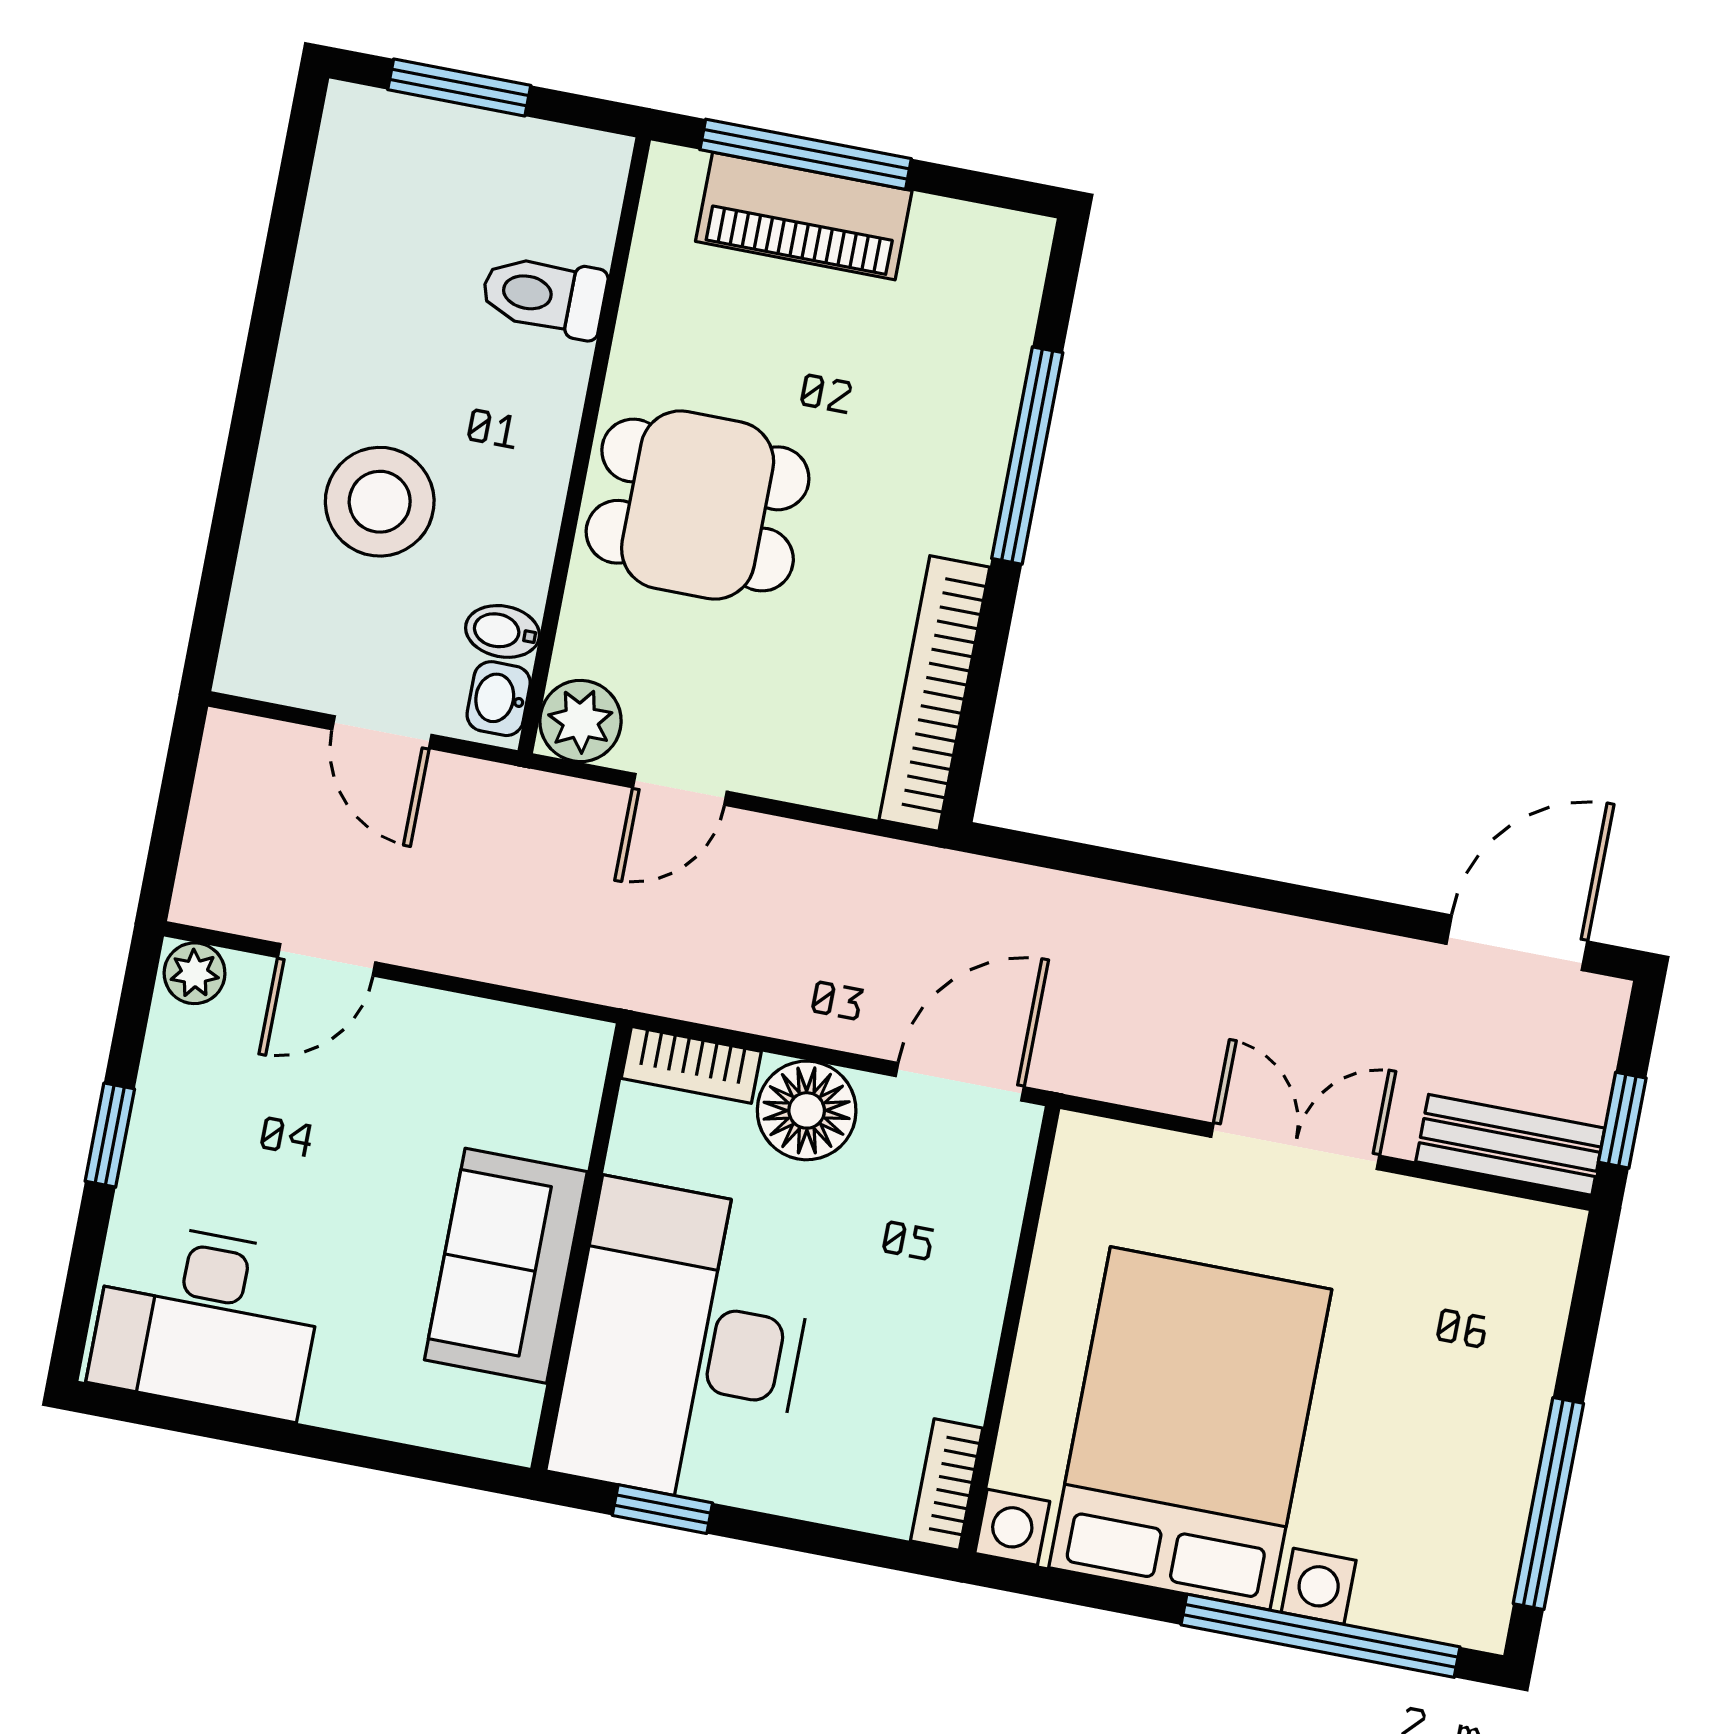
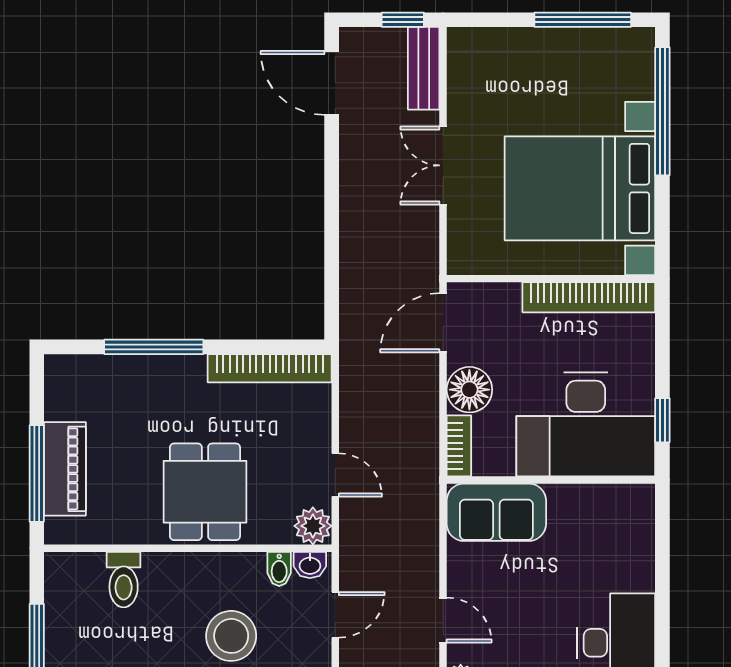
door: (960, 1082) -> (443, 323), hinge flipped
sofa: (506, 1266) -> (496, 512), moved
bookcase: (947, 1485) -> (589, 297), width x2.31, depth x1.31

